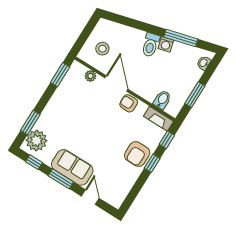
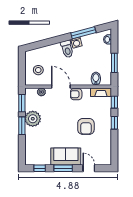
window: (30, 122) -> (22, 126), moved
plant: (36, 141) -> (33, 119), moved
armchair: (137, 154) -> (86, 126), moved

